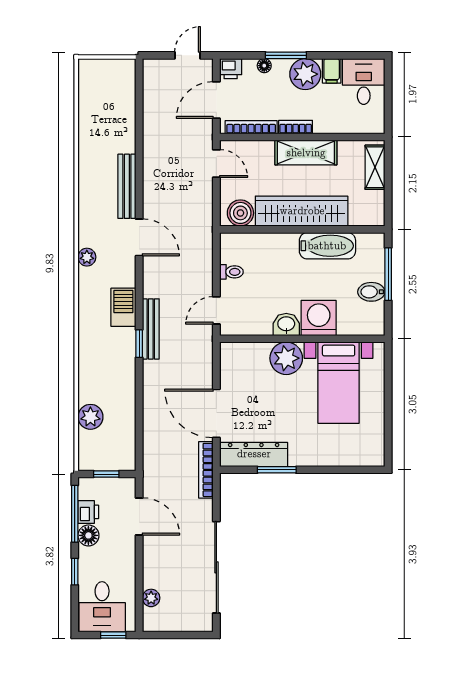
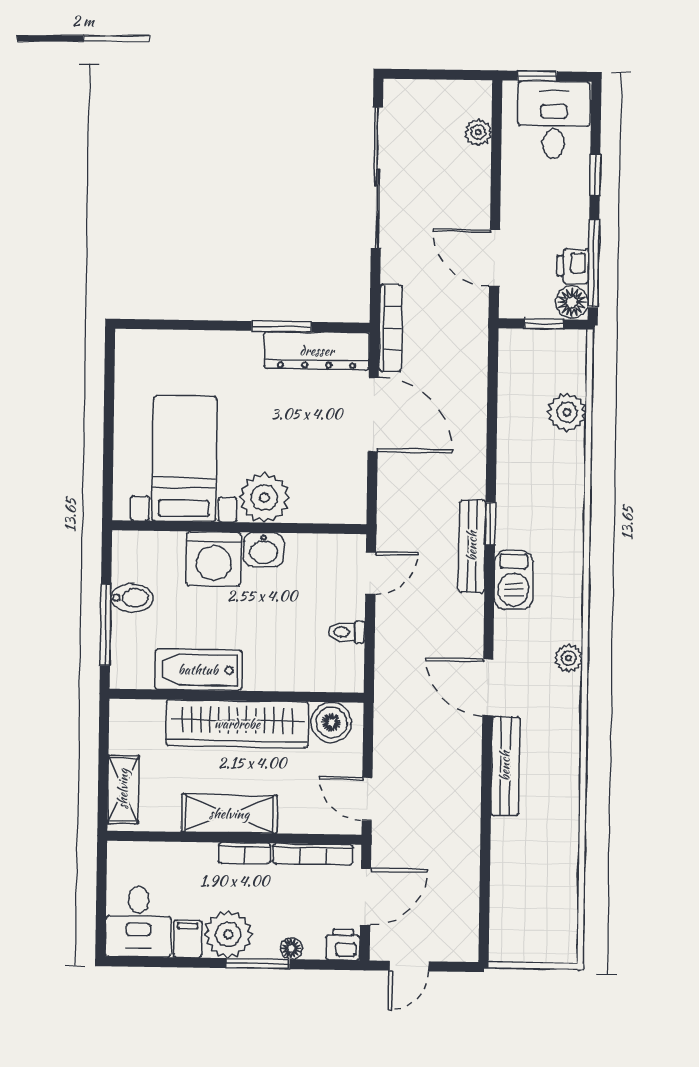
floor lamp: (88, 535) -> (572, 302), moved

